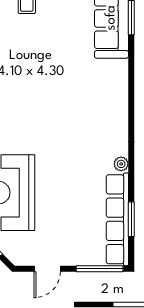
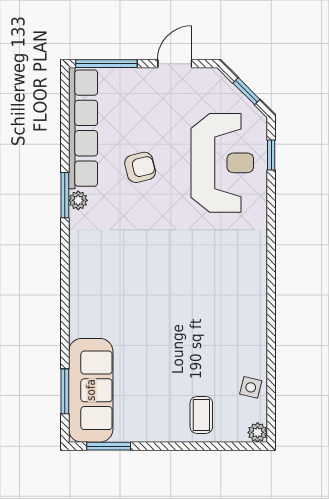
armchair: (74, 189) -> (140, 167), added
window: (131, 219) -> (65, 195), moved

